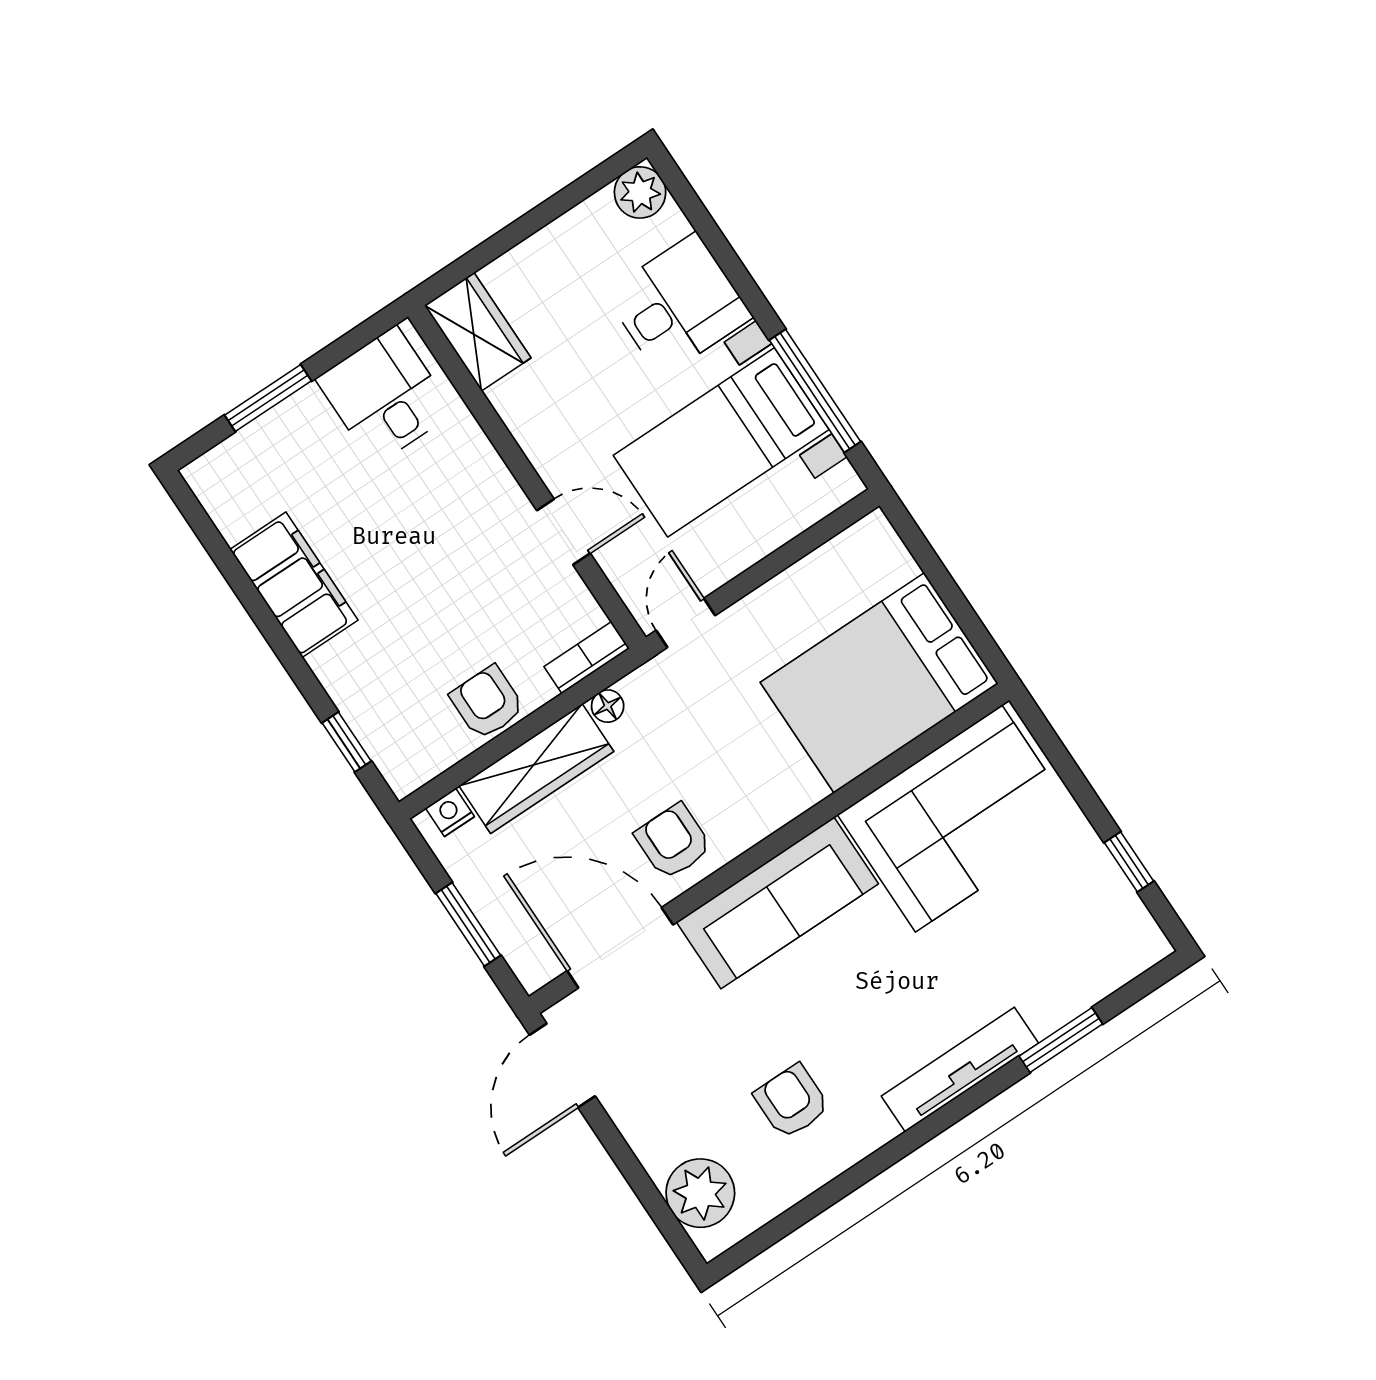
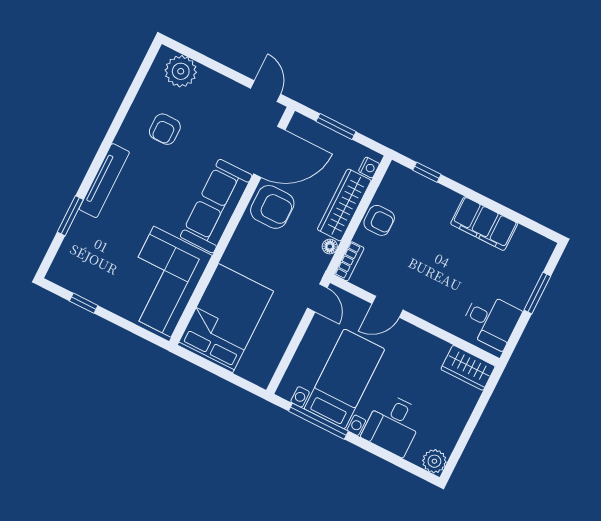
armchair: (673, 841) -> (272, 207), width x1.38, depth x1.38
door: (562, 1065) -> (266, 91), width x0.73
armchair: (792, 1101) -> (165, 129), turned 90

